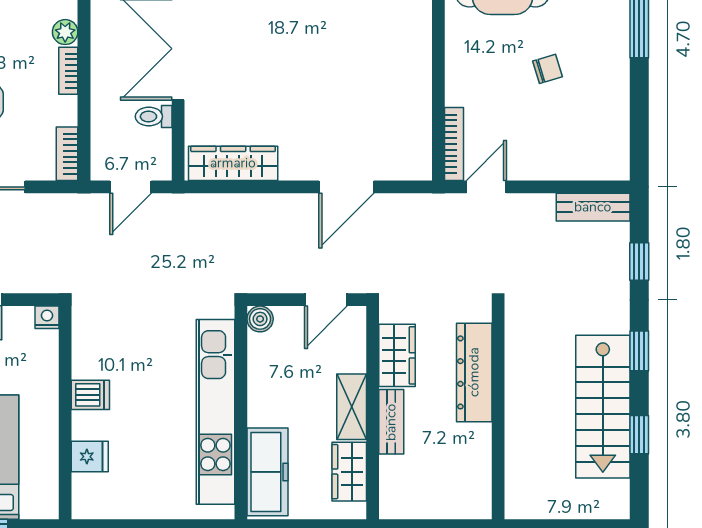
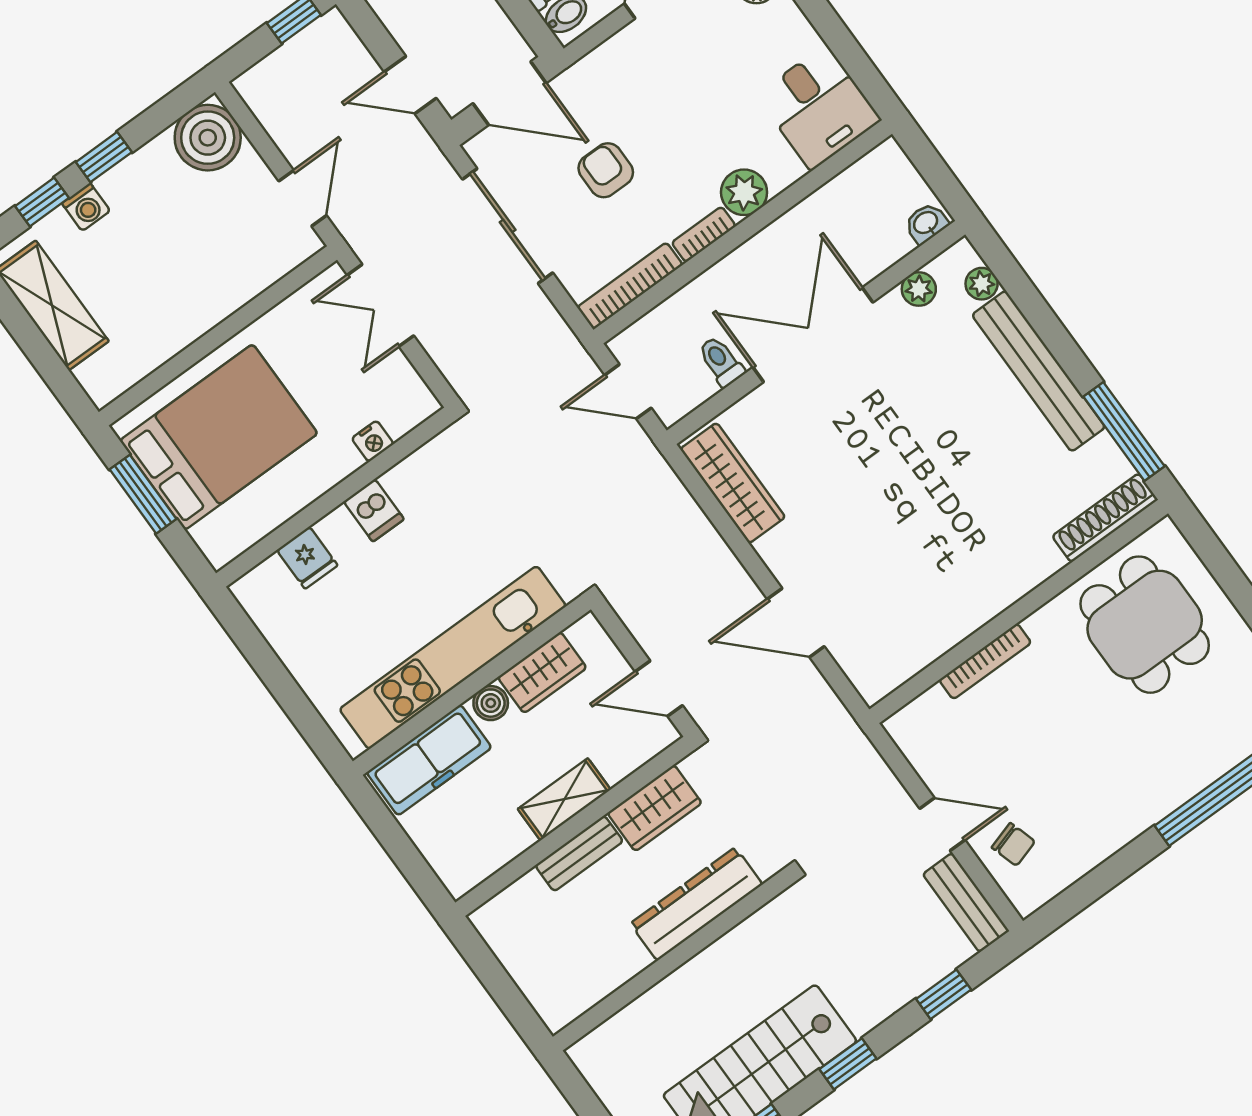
plant: (65, 32) -> (744, 192), width x1.38, depth x1.38
chair: (547, 69) -> (1013, 844), moved
bookcase: (454, 144) -> (985, 661), moved
bookcase: (67, 154) -> (630, 286), width x1.56
door: (486, 187) -> (942, 824), moved
nightstand: (47, 317) -> (373, 441), moved, turned 90
boiler: (260, 319) -> (491, 703), moved
wardrobe: (349, 472) -> (542, 672), moved, turned 180

